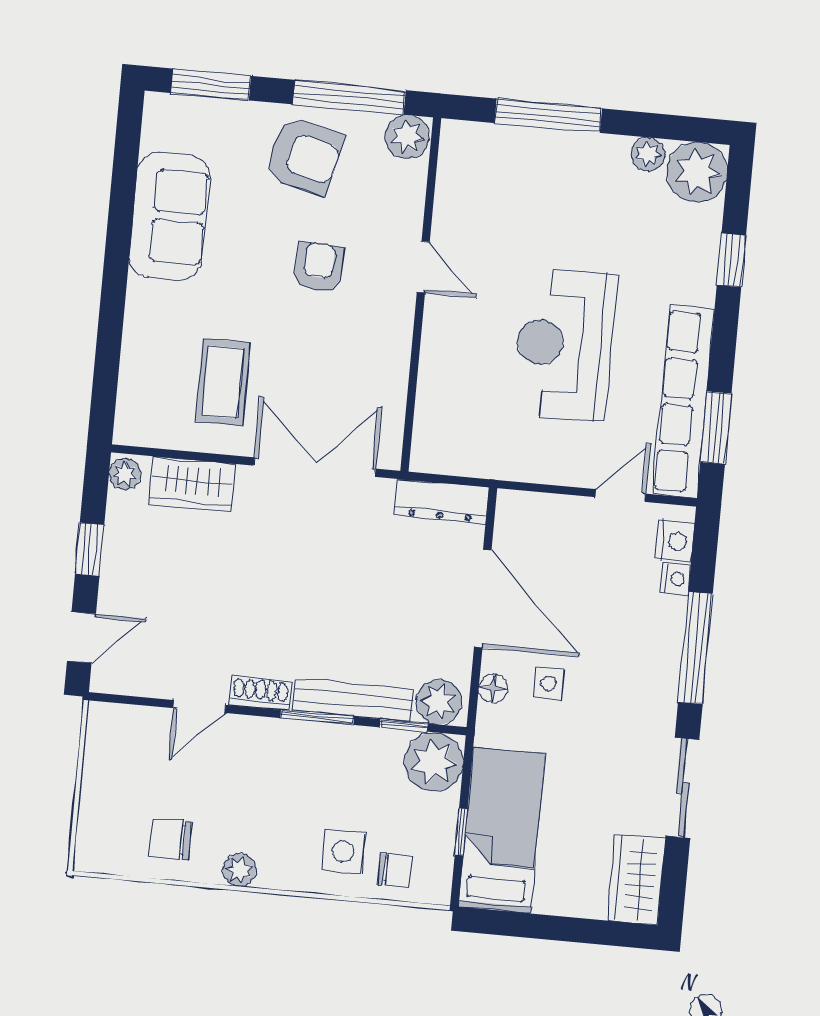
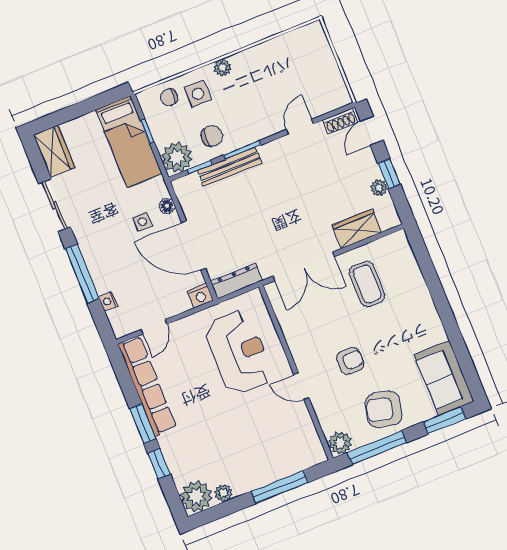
sofa: (169, 216) -> (444, 378), moved
armchair: (319, 267) -> (350, 361), turned -93
reception desk: (564, 344) -> (239, 352), moved
window: (716, 428) -> (143, 424), moved
plant: (125, 474) -> (379, 188), moved
nightstand: (675, 541) -> (200, 296), moved, turned -90
shoe rack: (260, 693) -> (340, 121), moved
plant: (439, 702) -> (189, 187), removed
chair: (171, 839) -> (212, 136), moved
plant: (239, 870) -> (222, 68), moved

